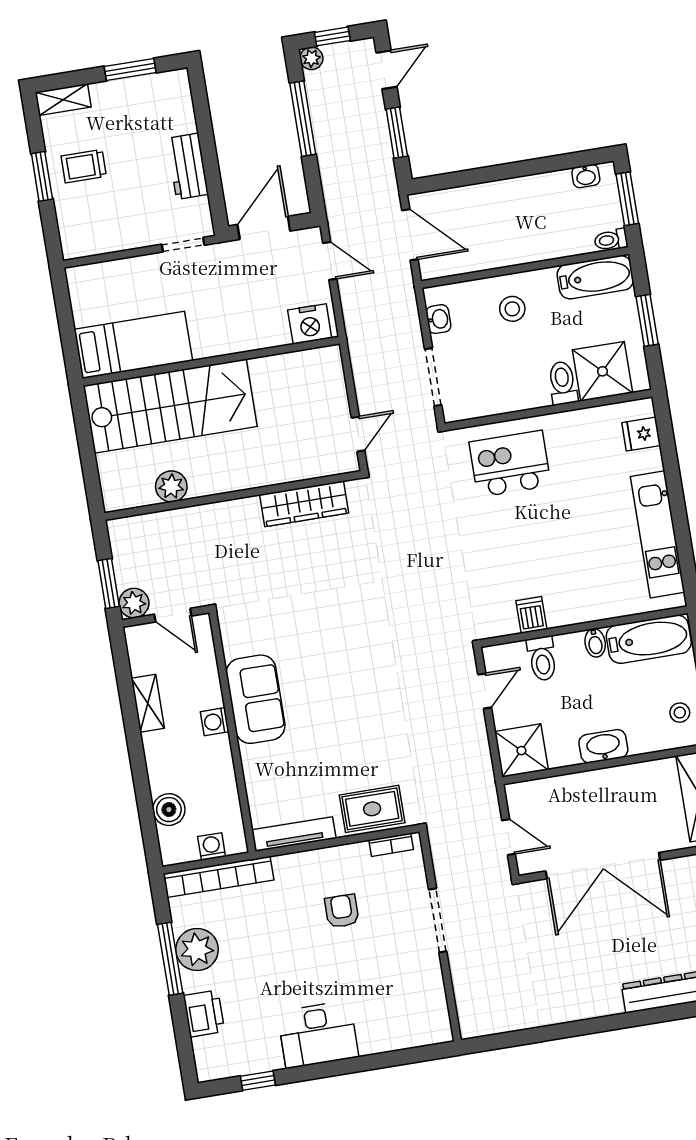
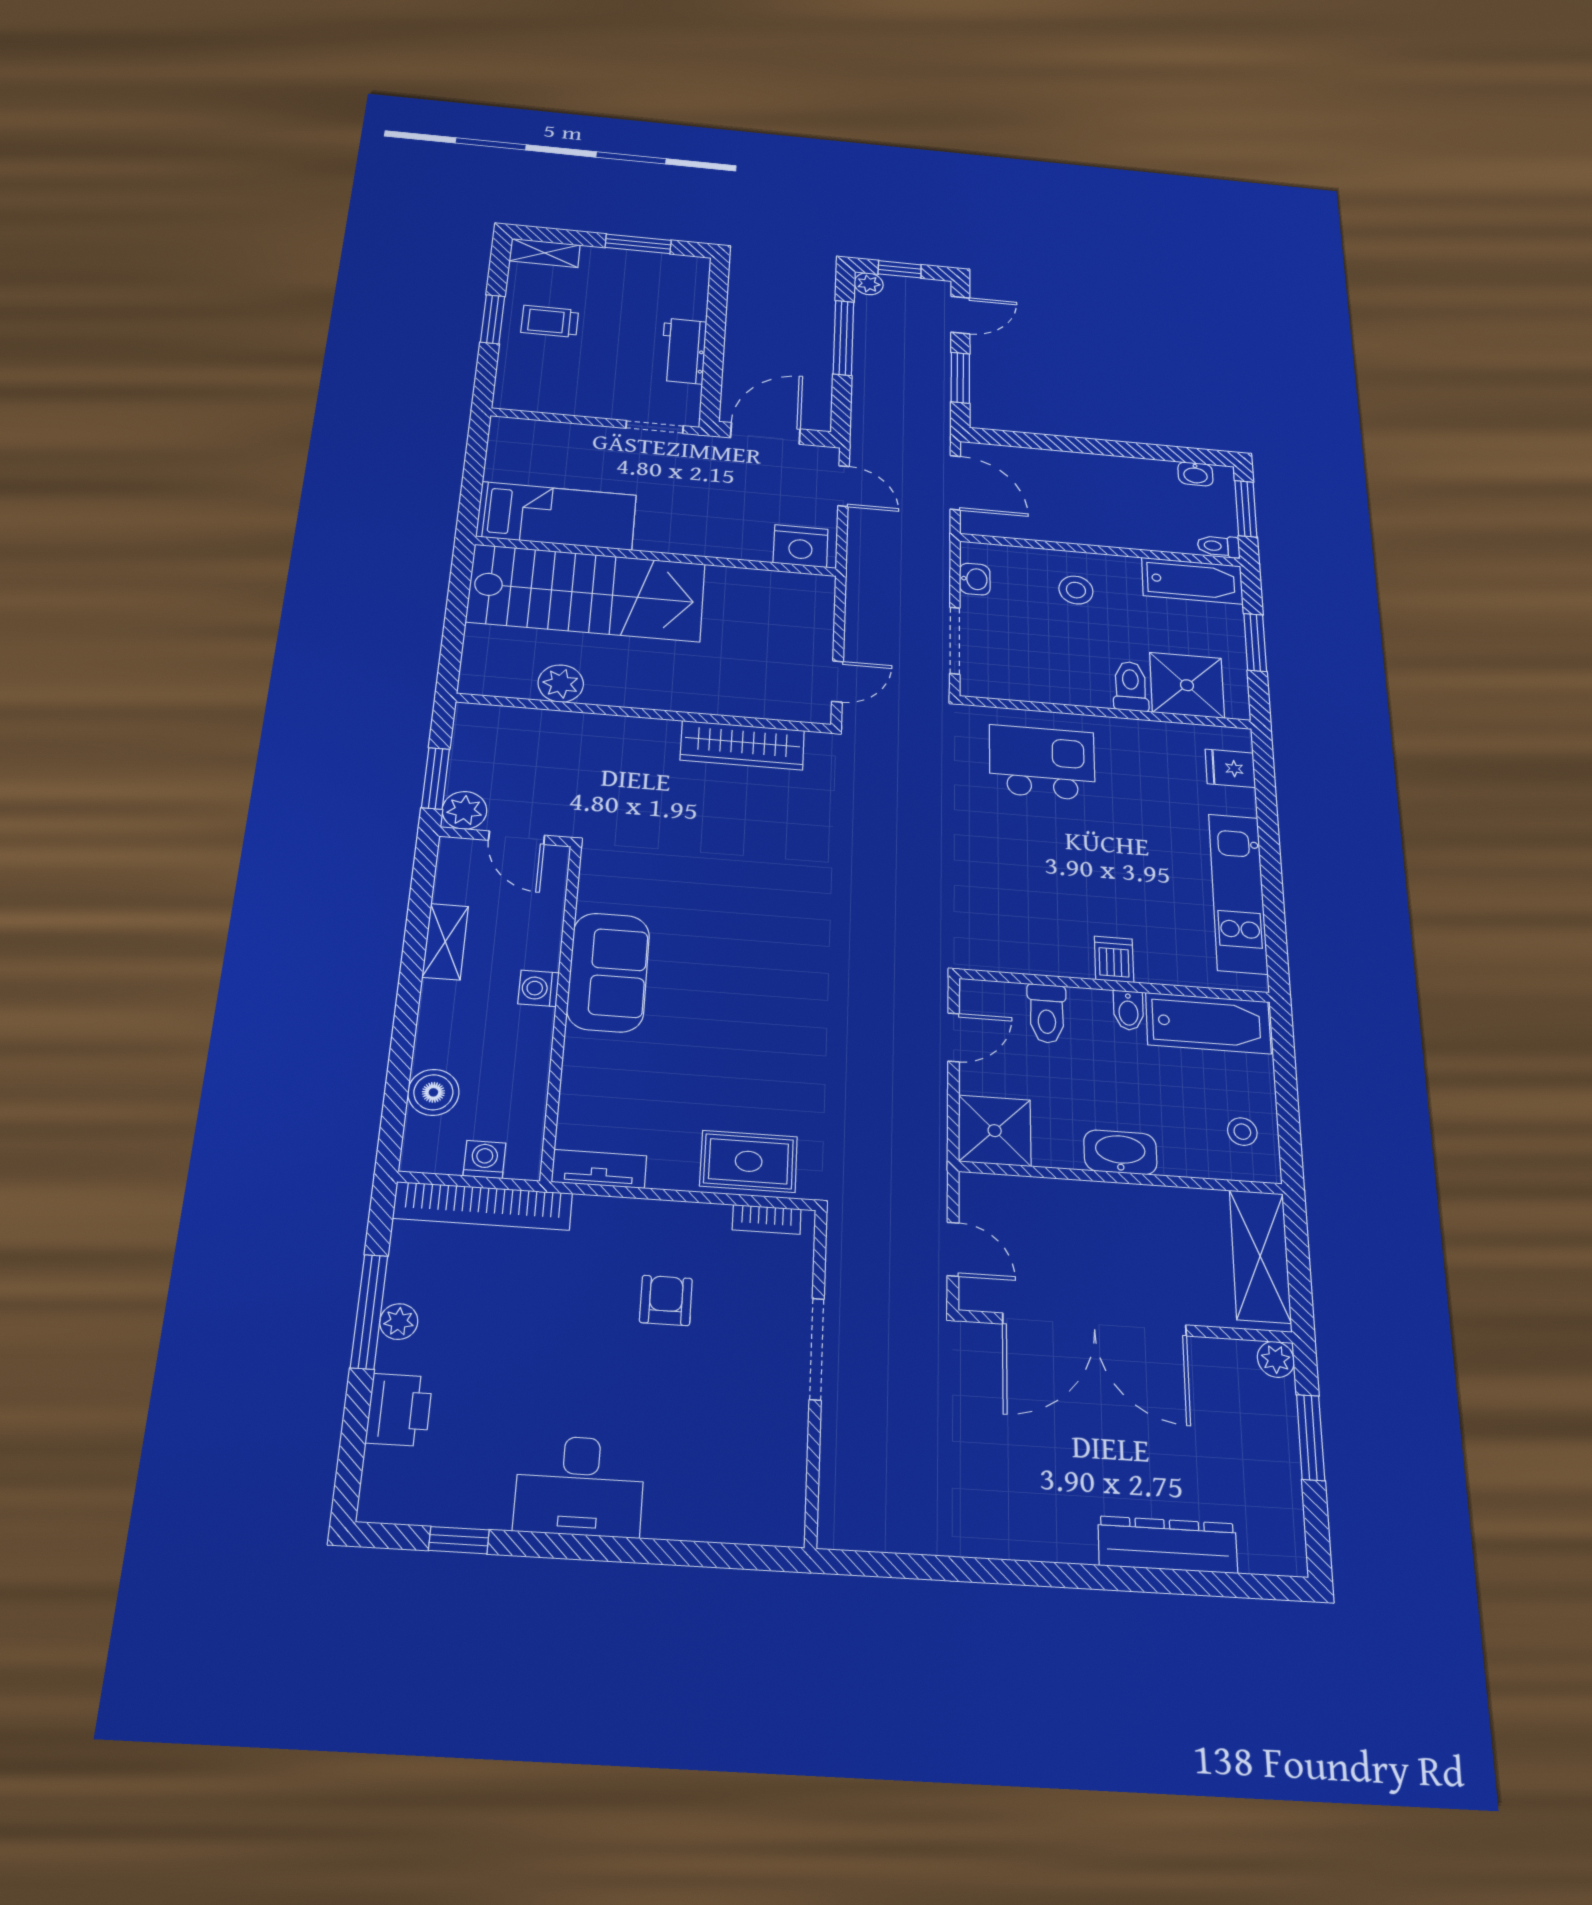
dishwasher: (531, 615) -> (1114, 959), moved
tv unit: (294, 834) -> (599, 1169), width x0.71
plant: (197, 950) -> (399, 1322), width x0.53, depth x0.53

